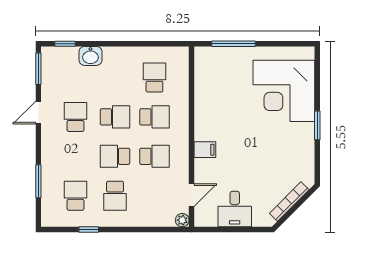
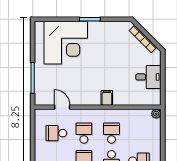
door: (192, 195) -> (62, 107), moved

